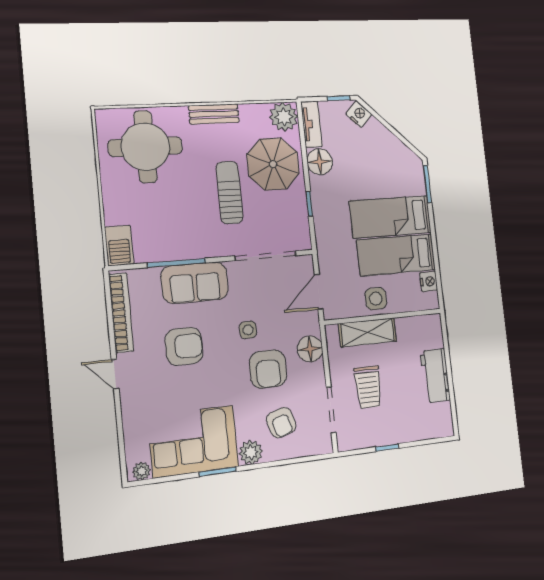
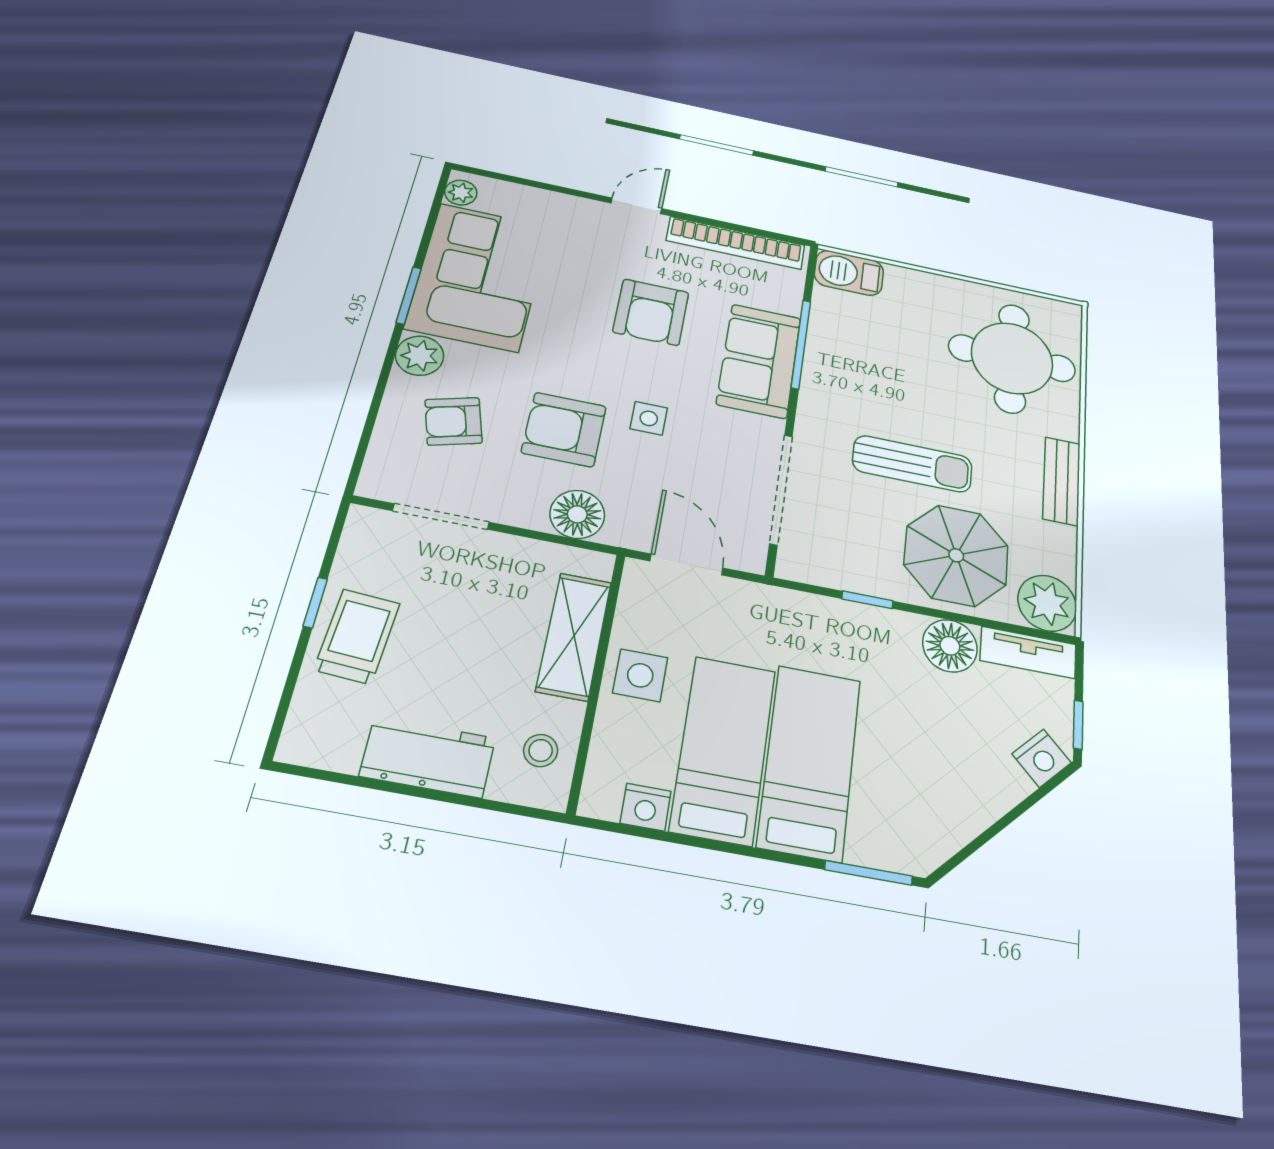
stool: (419, 331) -> (541, 751), added
trolley: (368, 387) -> (357, 636), moved, turned 94

